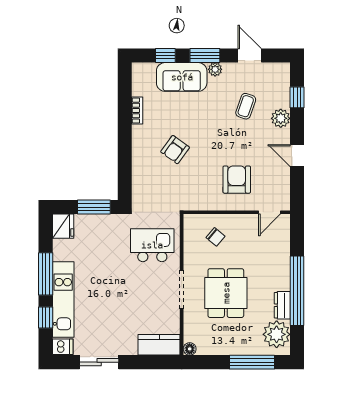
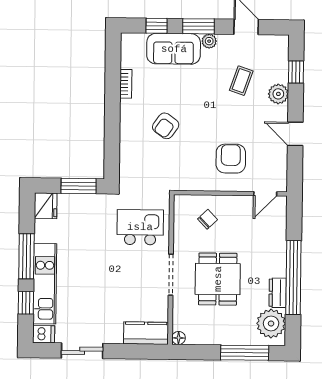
chair: (216, 237) -> (208, 219), turned -84

